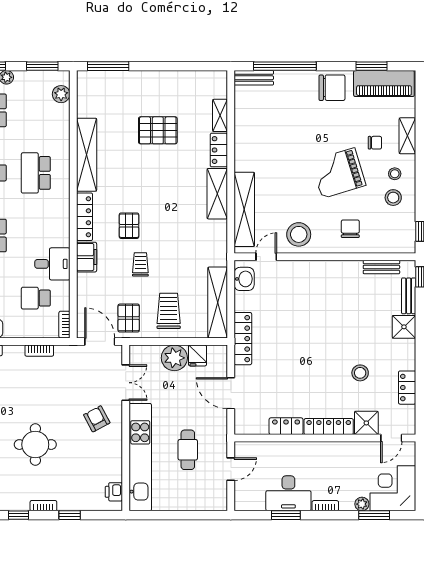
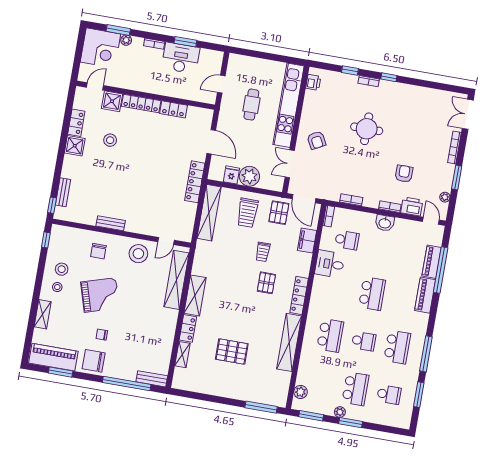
chair: (375, 143) -> (102, 335), moved
filing cabinet: (87, 257) -> (307, 240), moved
bench: (381, 267) -> (111, 223), moved
washbasin: (244, 279) -> (186, 227), removed
shower: (404, 327) -> (75, 146), moved

